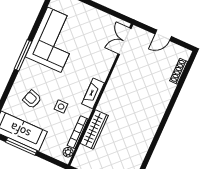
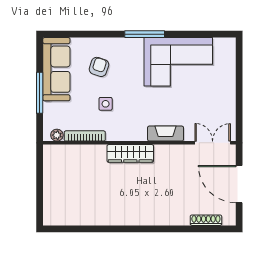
door: (163, 35) -> (239, 184), width x1.87
fireplace: (93, 93) -> (166, 134), moved
wardrobe: (94, 129) -> (130, 153), moved
window: (21, 146) -> (40, 93), moved

